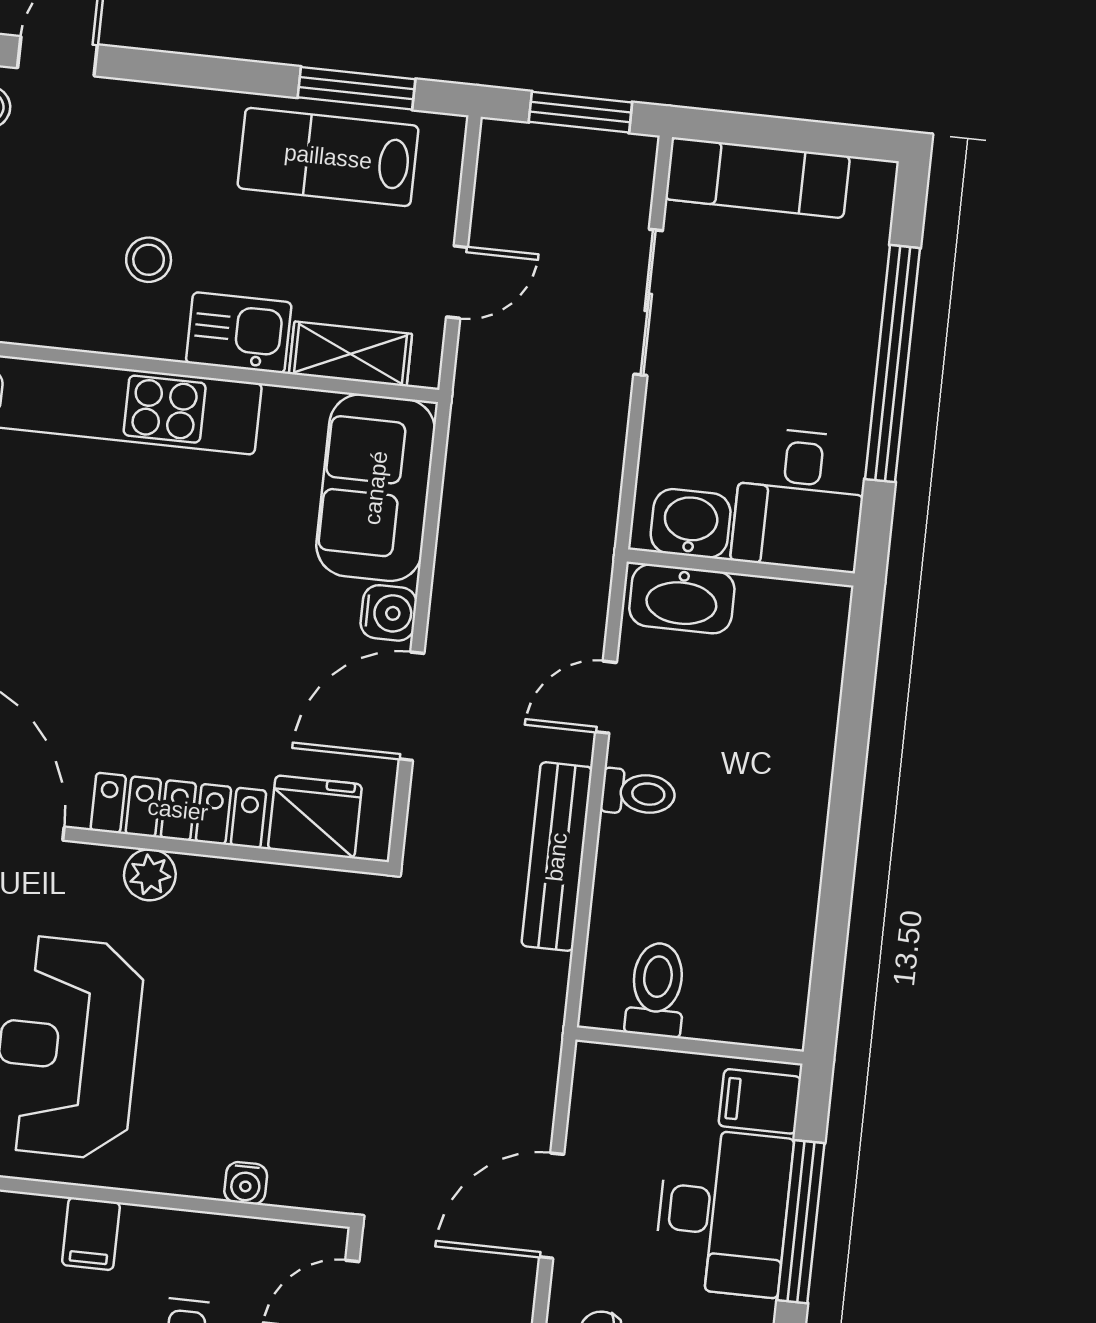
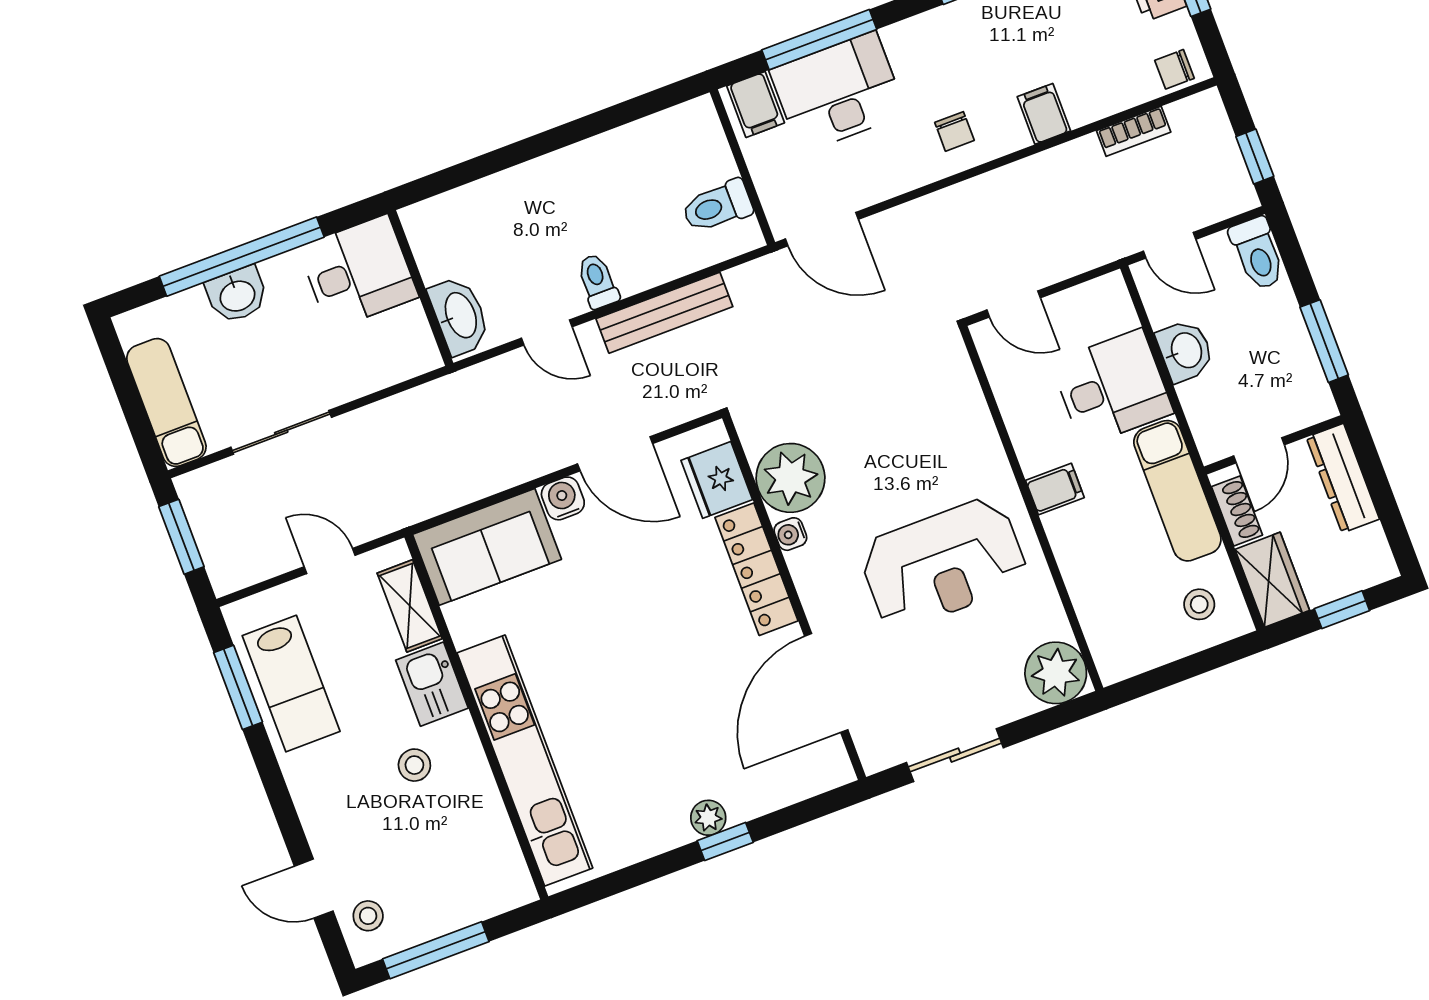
washbasin: (691, 523) -> (237, 295), moved, turned -90
plant: (150, 875) -> (790, 478), moved, width x1.88, depth x1.88
water cooler: (246, 1183) -> (790, 534), moved, turned 180
door: (552, 1206) -> (822, 229), moved

